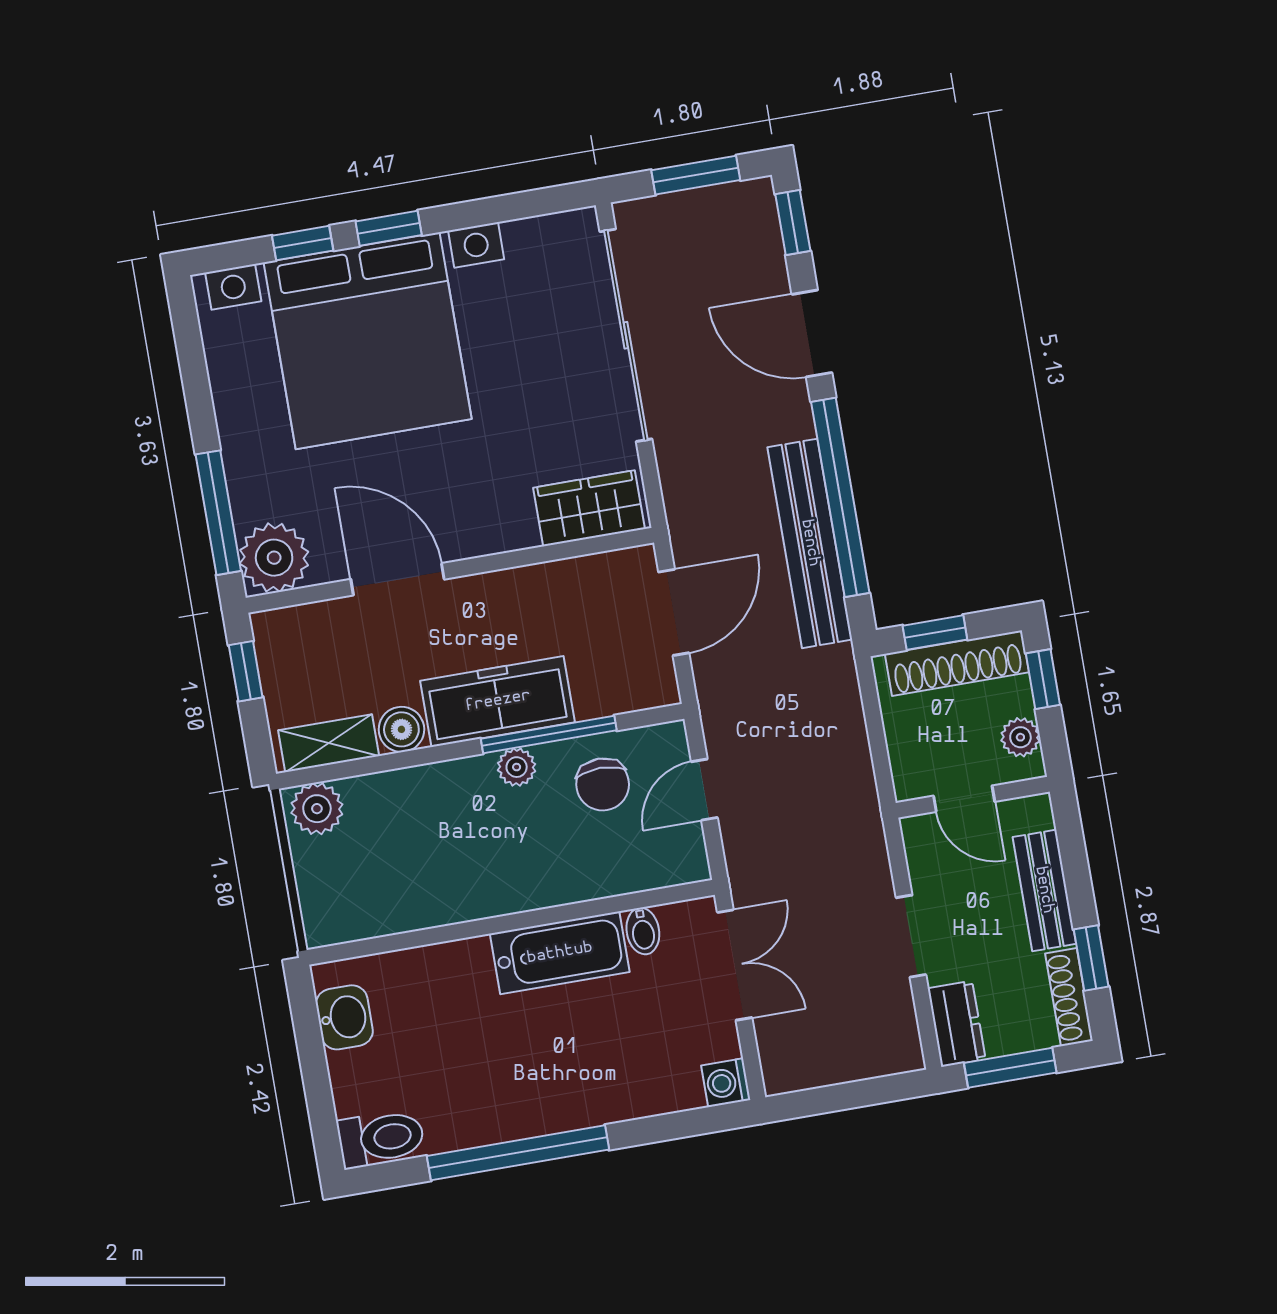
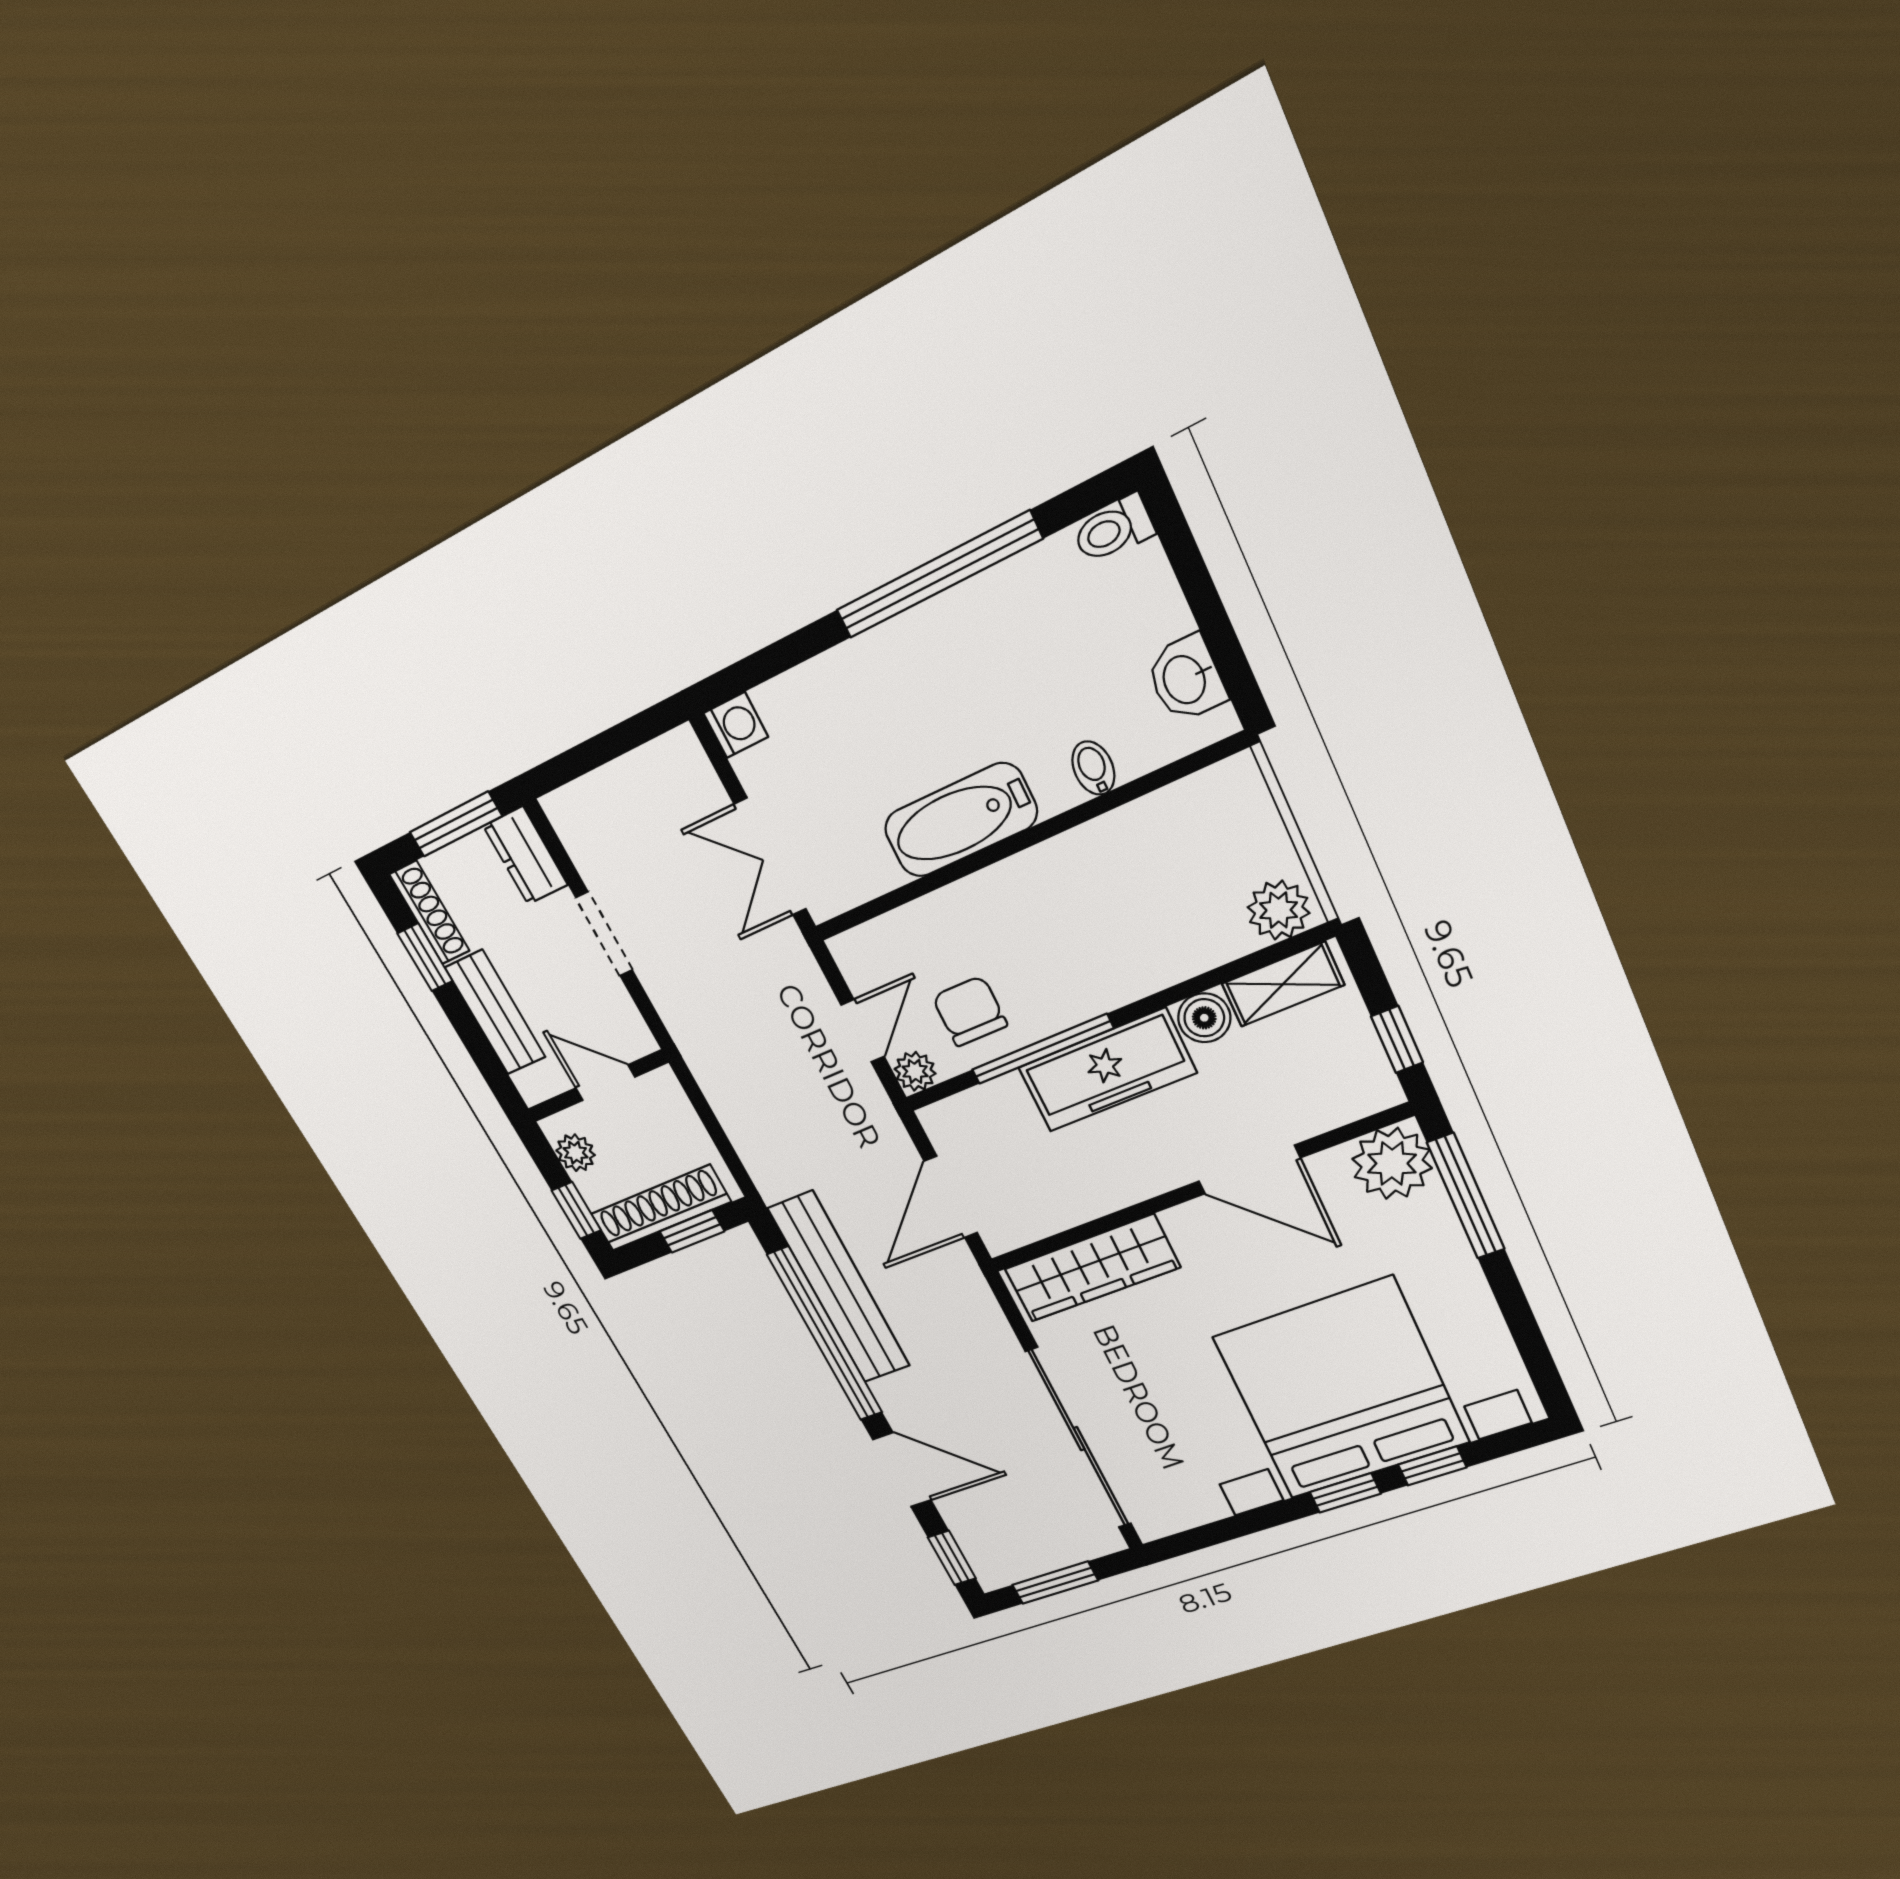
wardrobe: (589, 508) -> (1092, 1268), width x1.50
plant: (517, 767) -> (915, 1071), moved
bidet: (643, 931) -> (1093, 768), moved
toilet: (381, 1138) -> (1113, 529), width x0.73, depth x0.72

